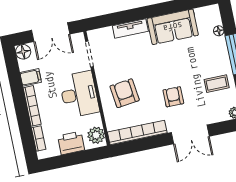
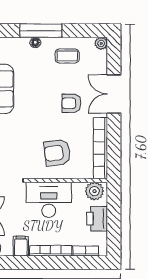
floor lamp: (219, 31) -> (35, 42), moved
coffee table: (217, 84) -> (67, 56), turned 90
double door: (190, 134) -> (114, 94), swing flipped

